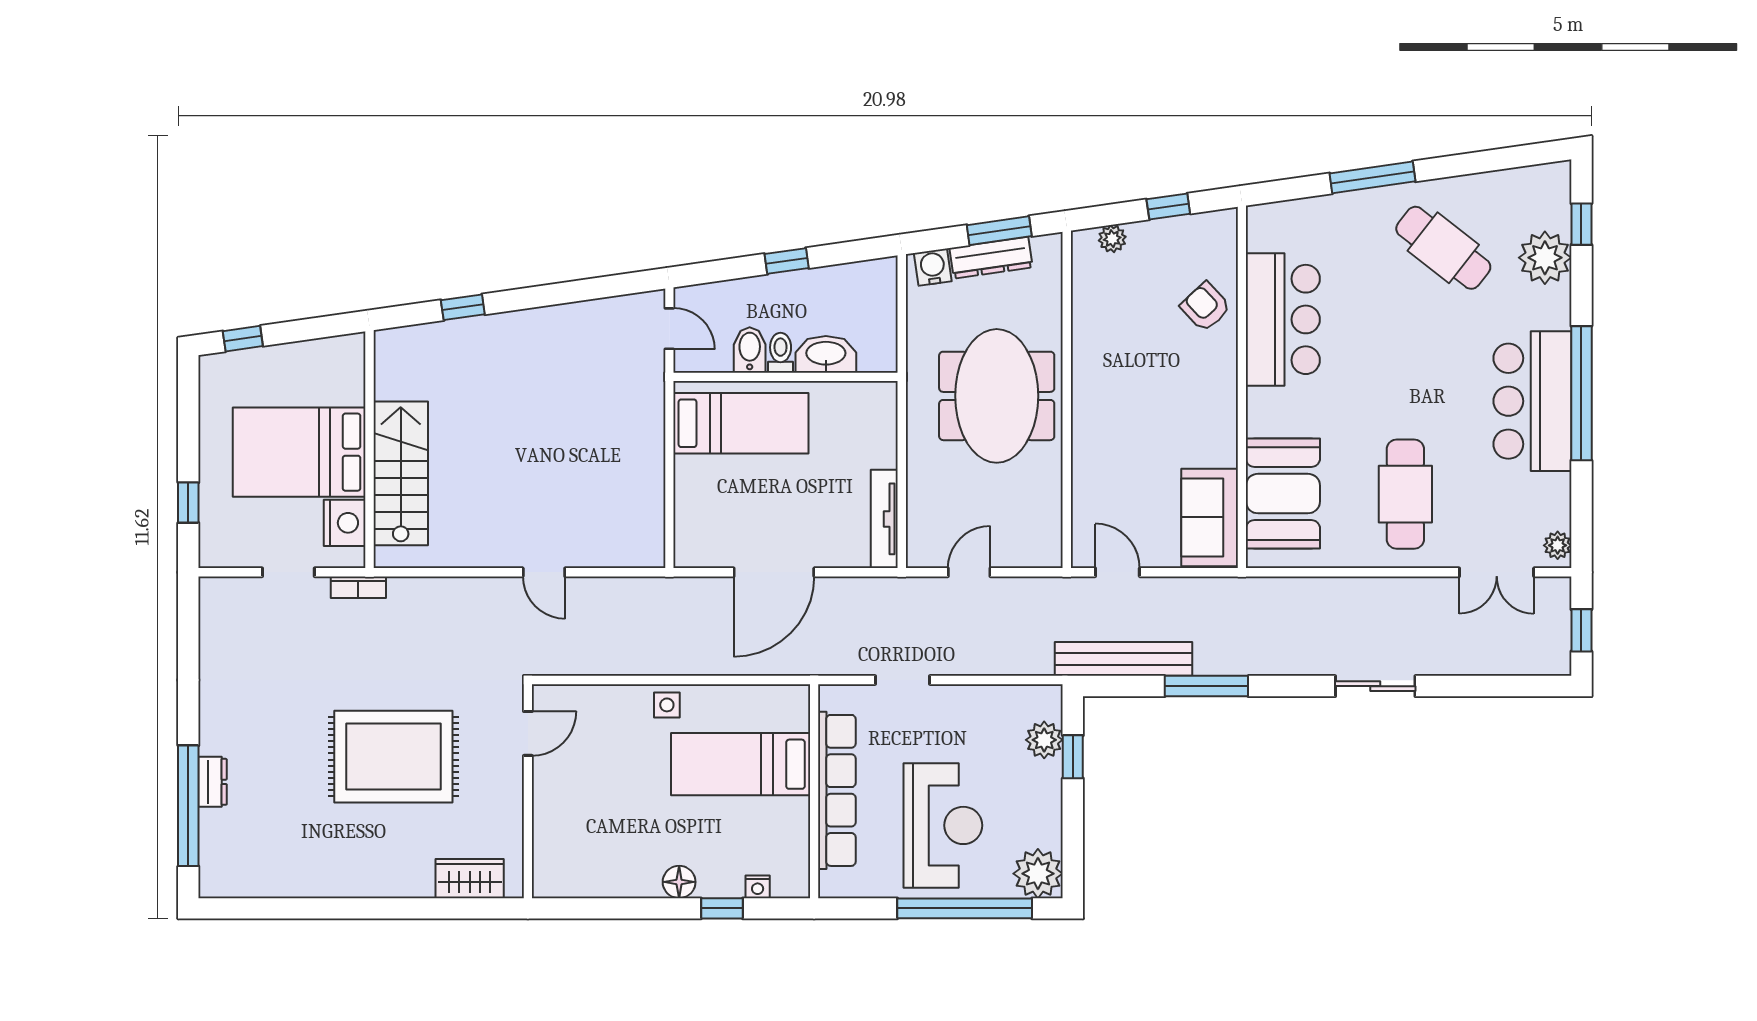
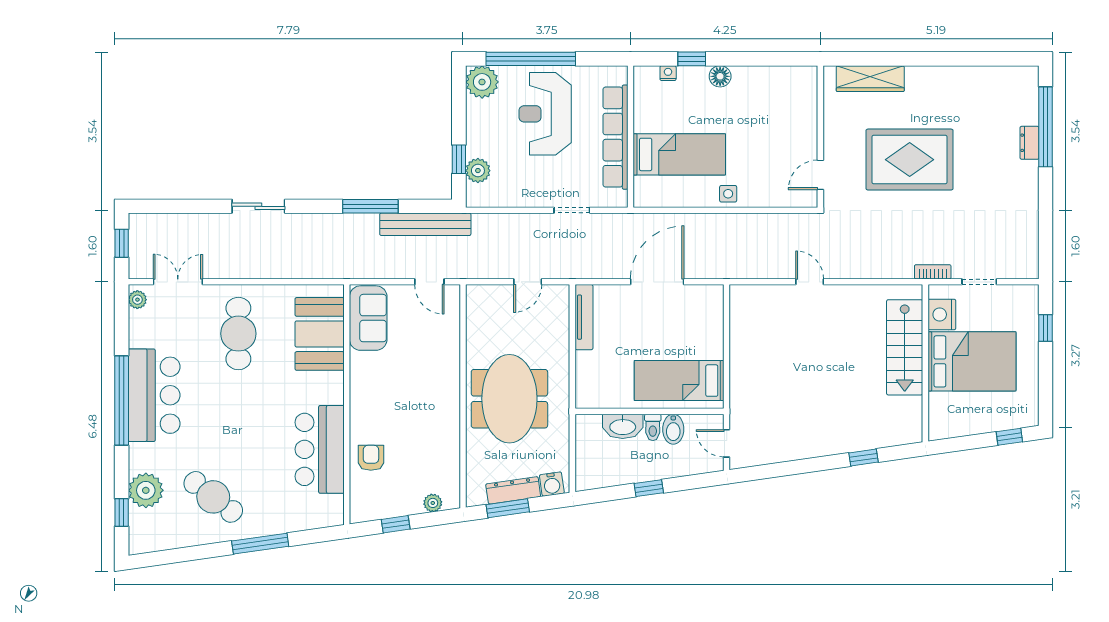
armchair: (1205, 307) -> (371, 458), turned -137
wardrobe: (470, 879) -> (870, 79), width x1.50

